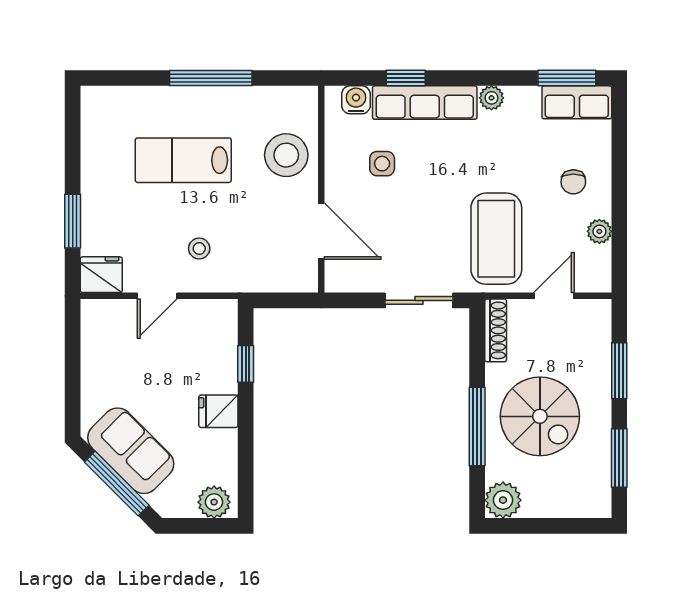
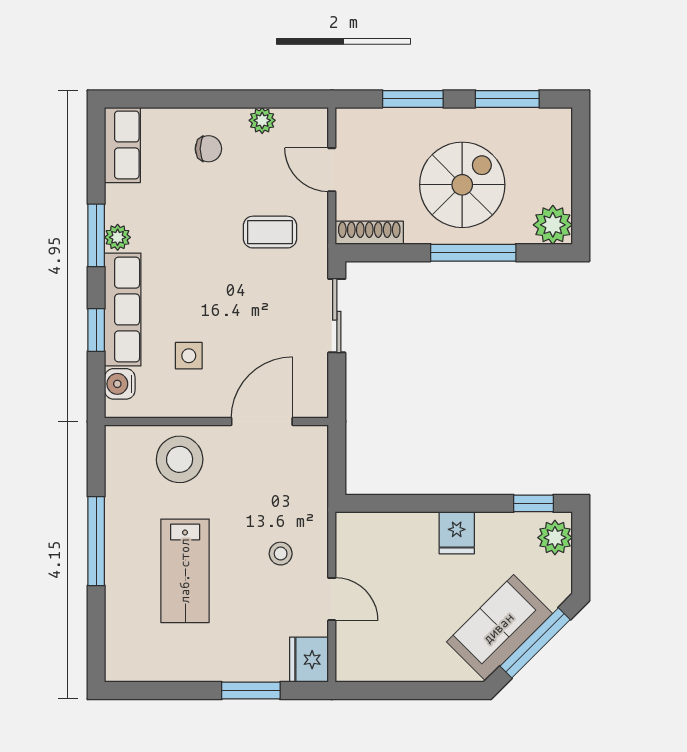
window: (567, 78) -> (96, 235), moved
coffee table: (496, 239) -> (270, 232), width x0.54, depth x0.58
window: (246, 364) -> (533, 503), moved

